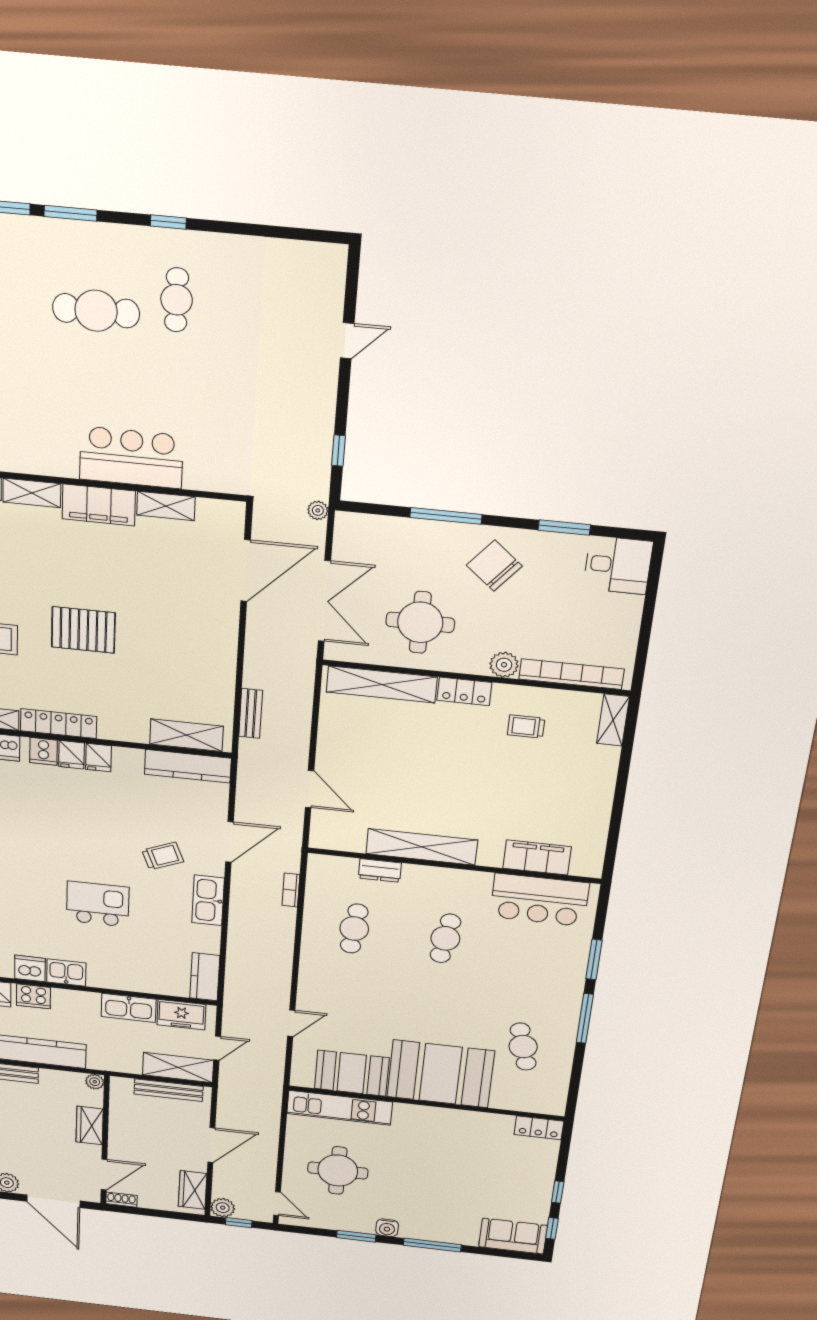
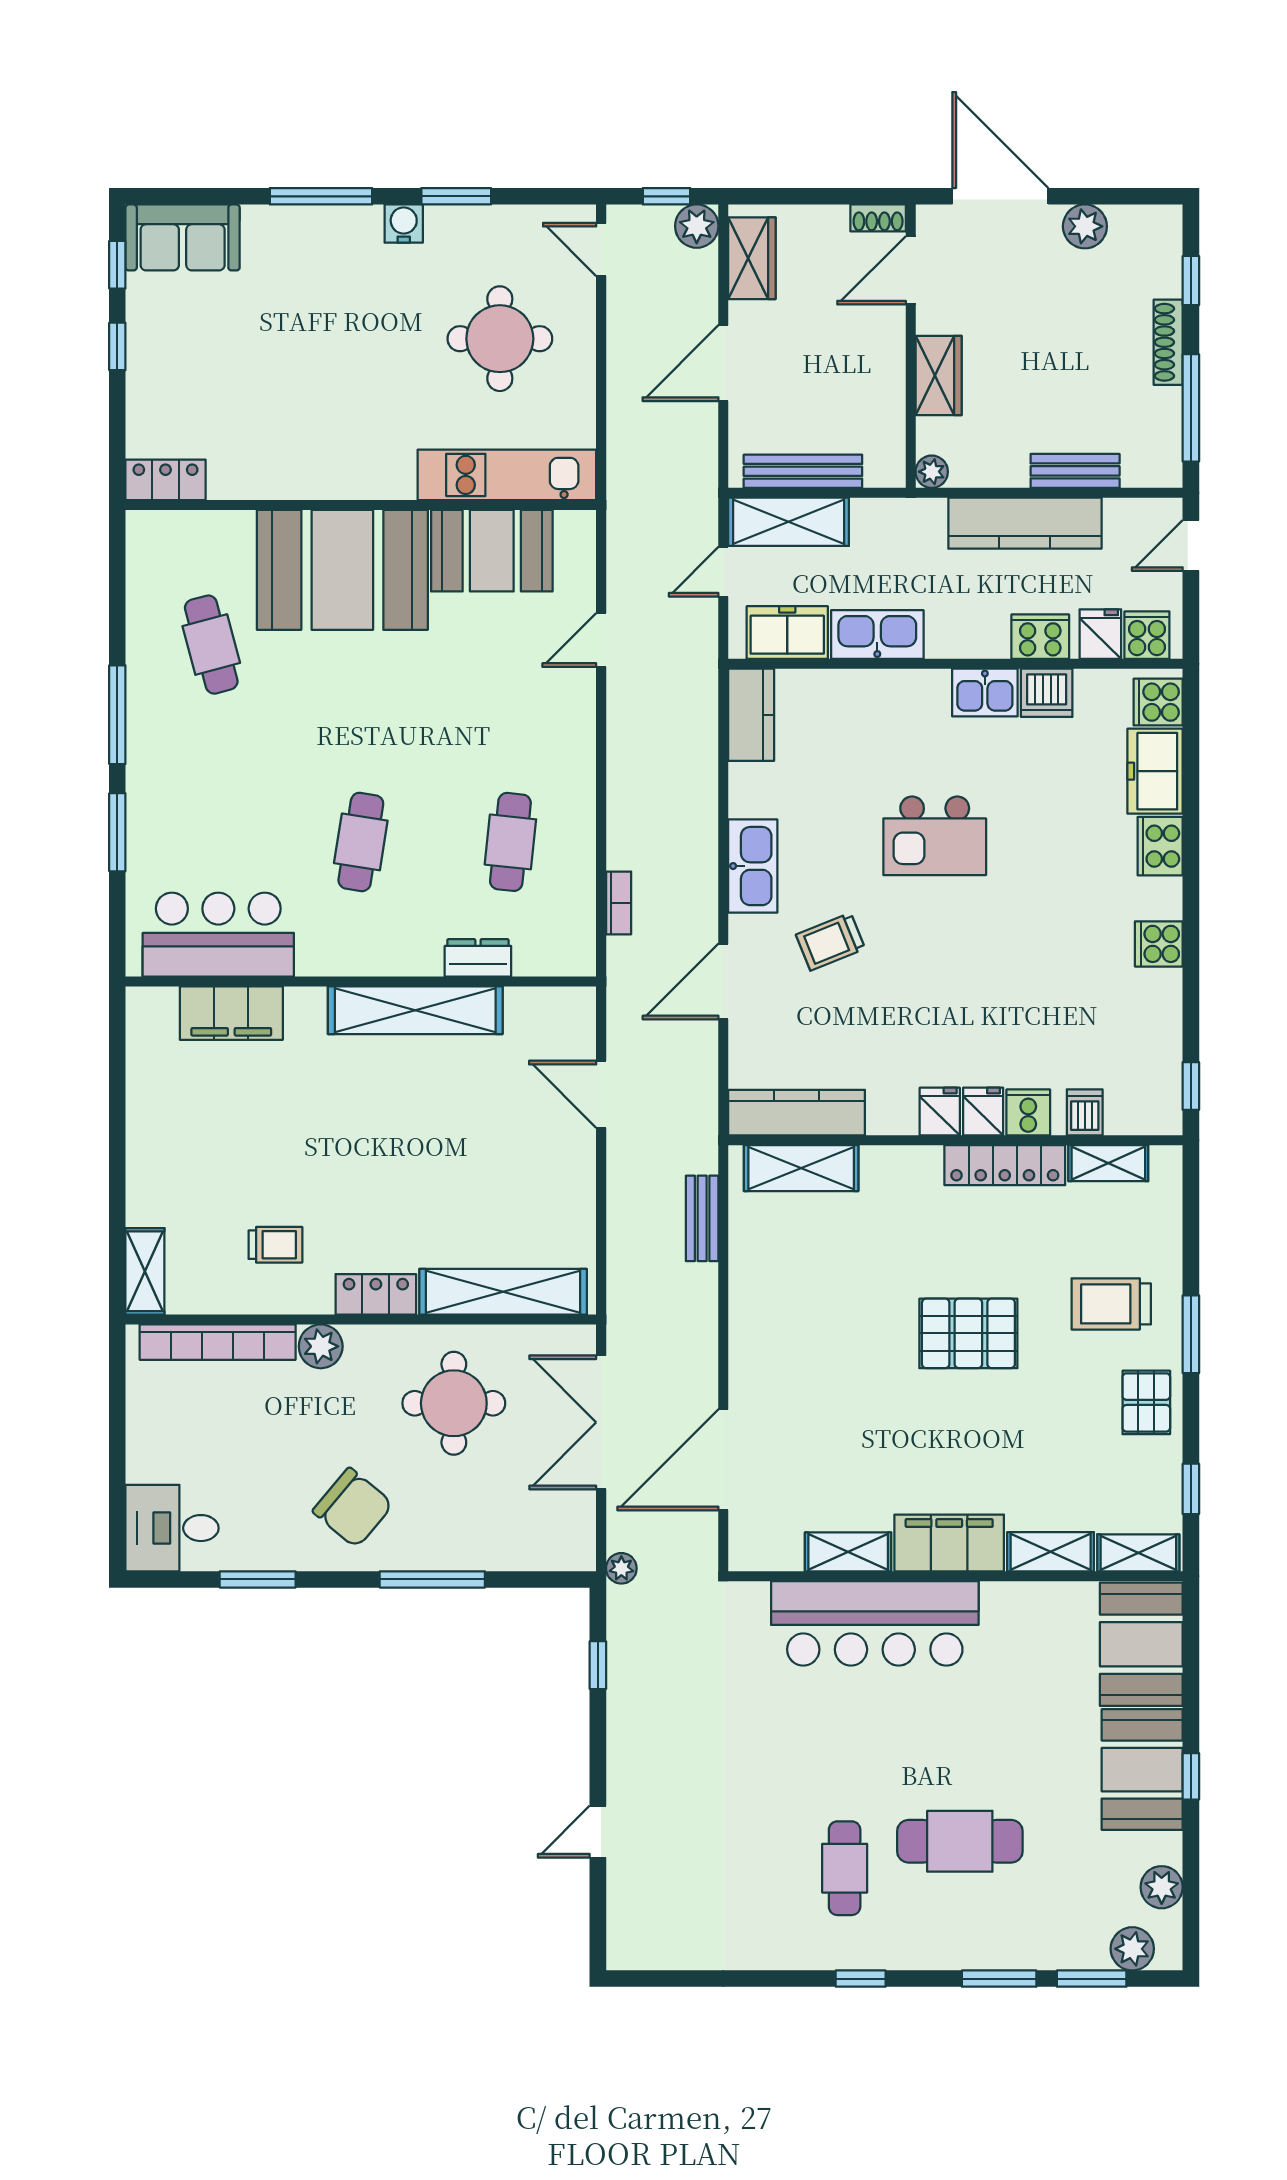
bar counter: (131, 457) -> (875, 1623), width x1.36

